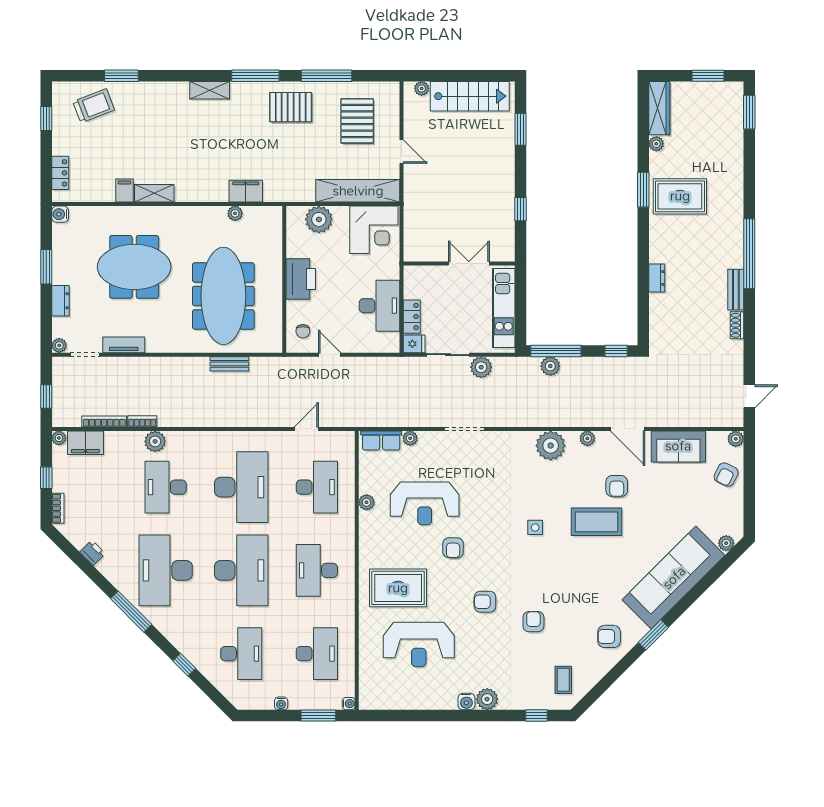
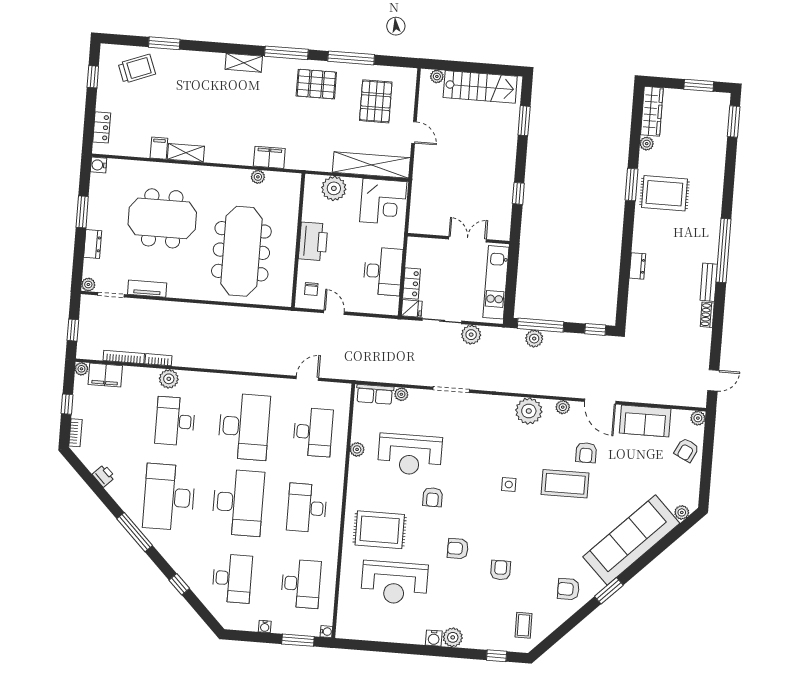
bench: (229, 364) -> (242, 313), removed

